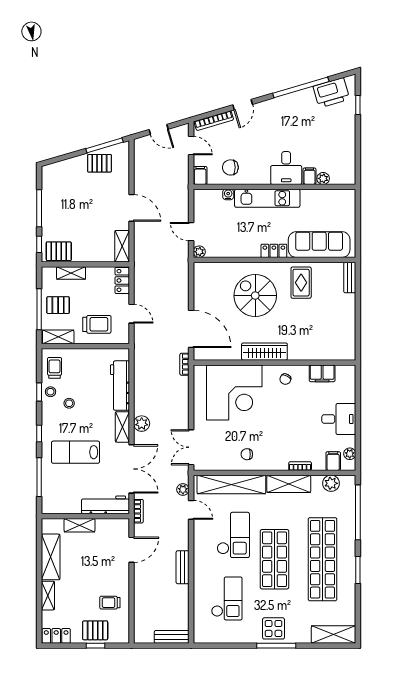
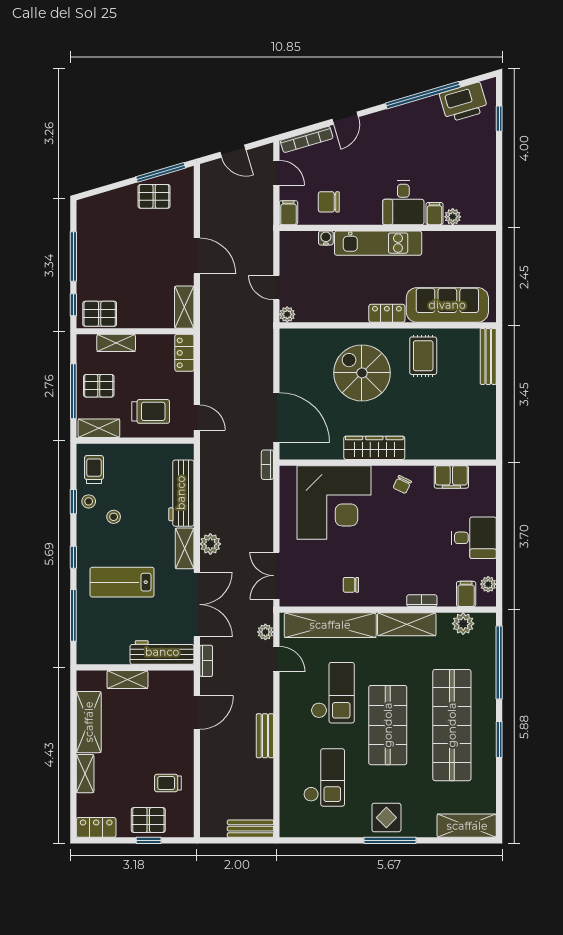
bench: (350, 278) -> (488, 356), width x1.36
door: (131, 314) -> (197, 418), moved

